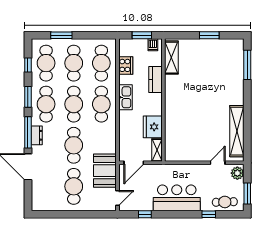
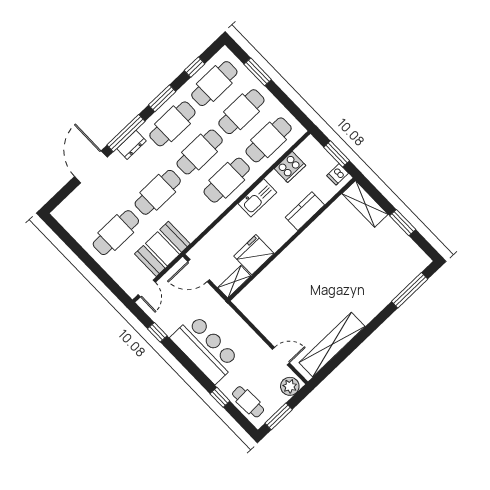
shelving: (171, 58) -> (365, 204), moved, turned 90
door: (117, 198) -> (147, 289), hinge flipped

